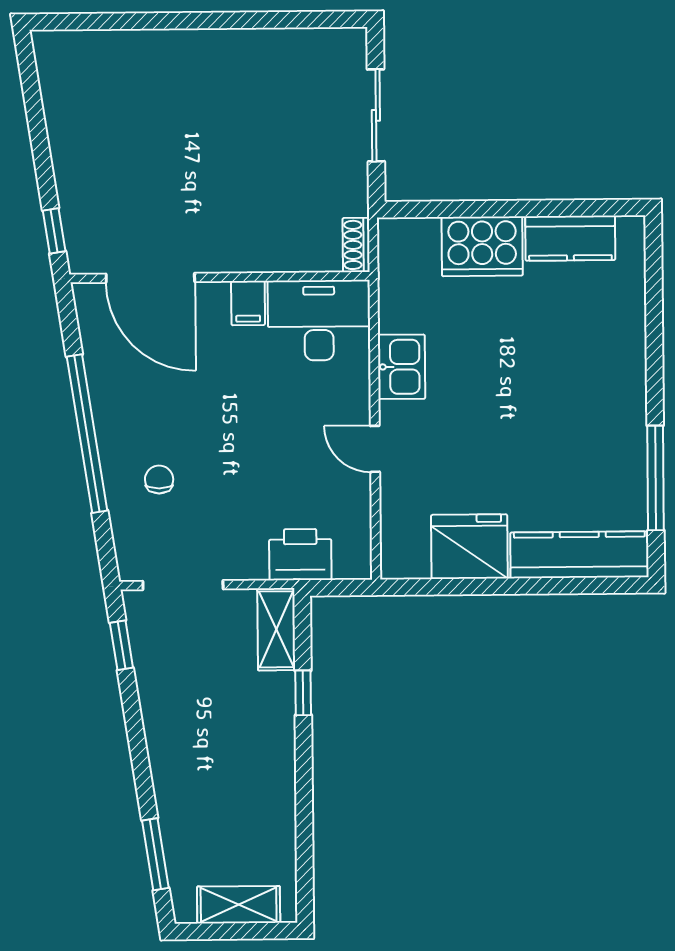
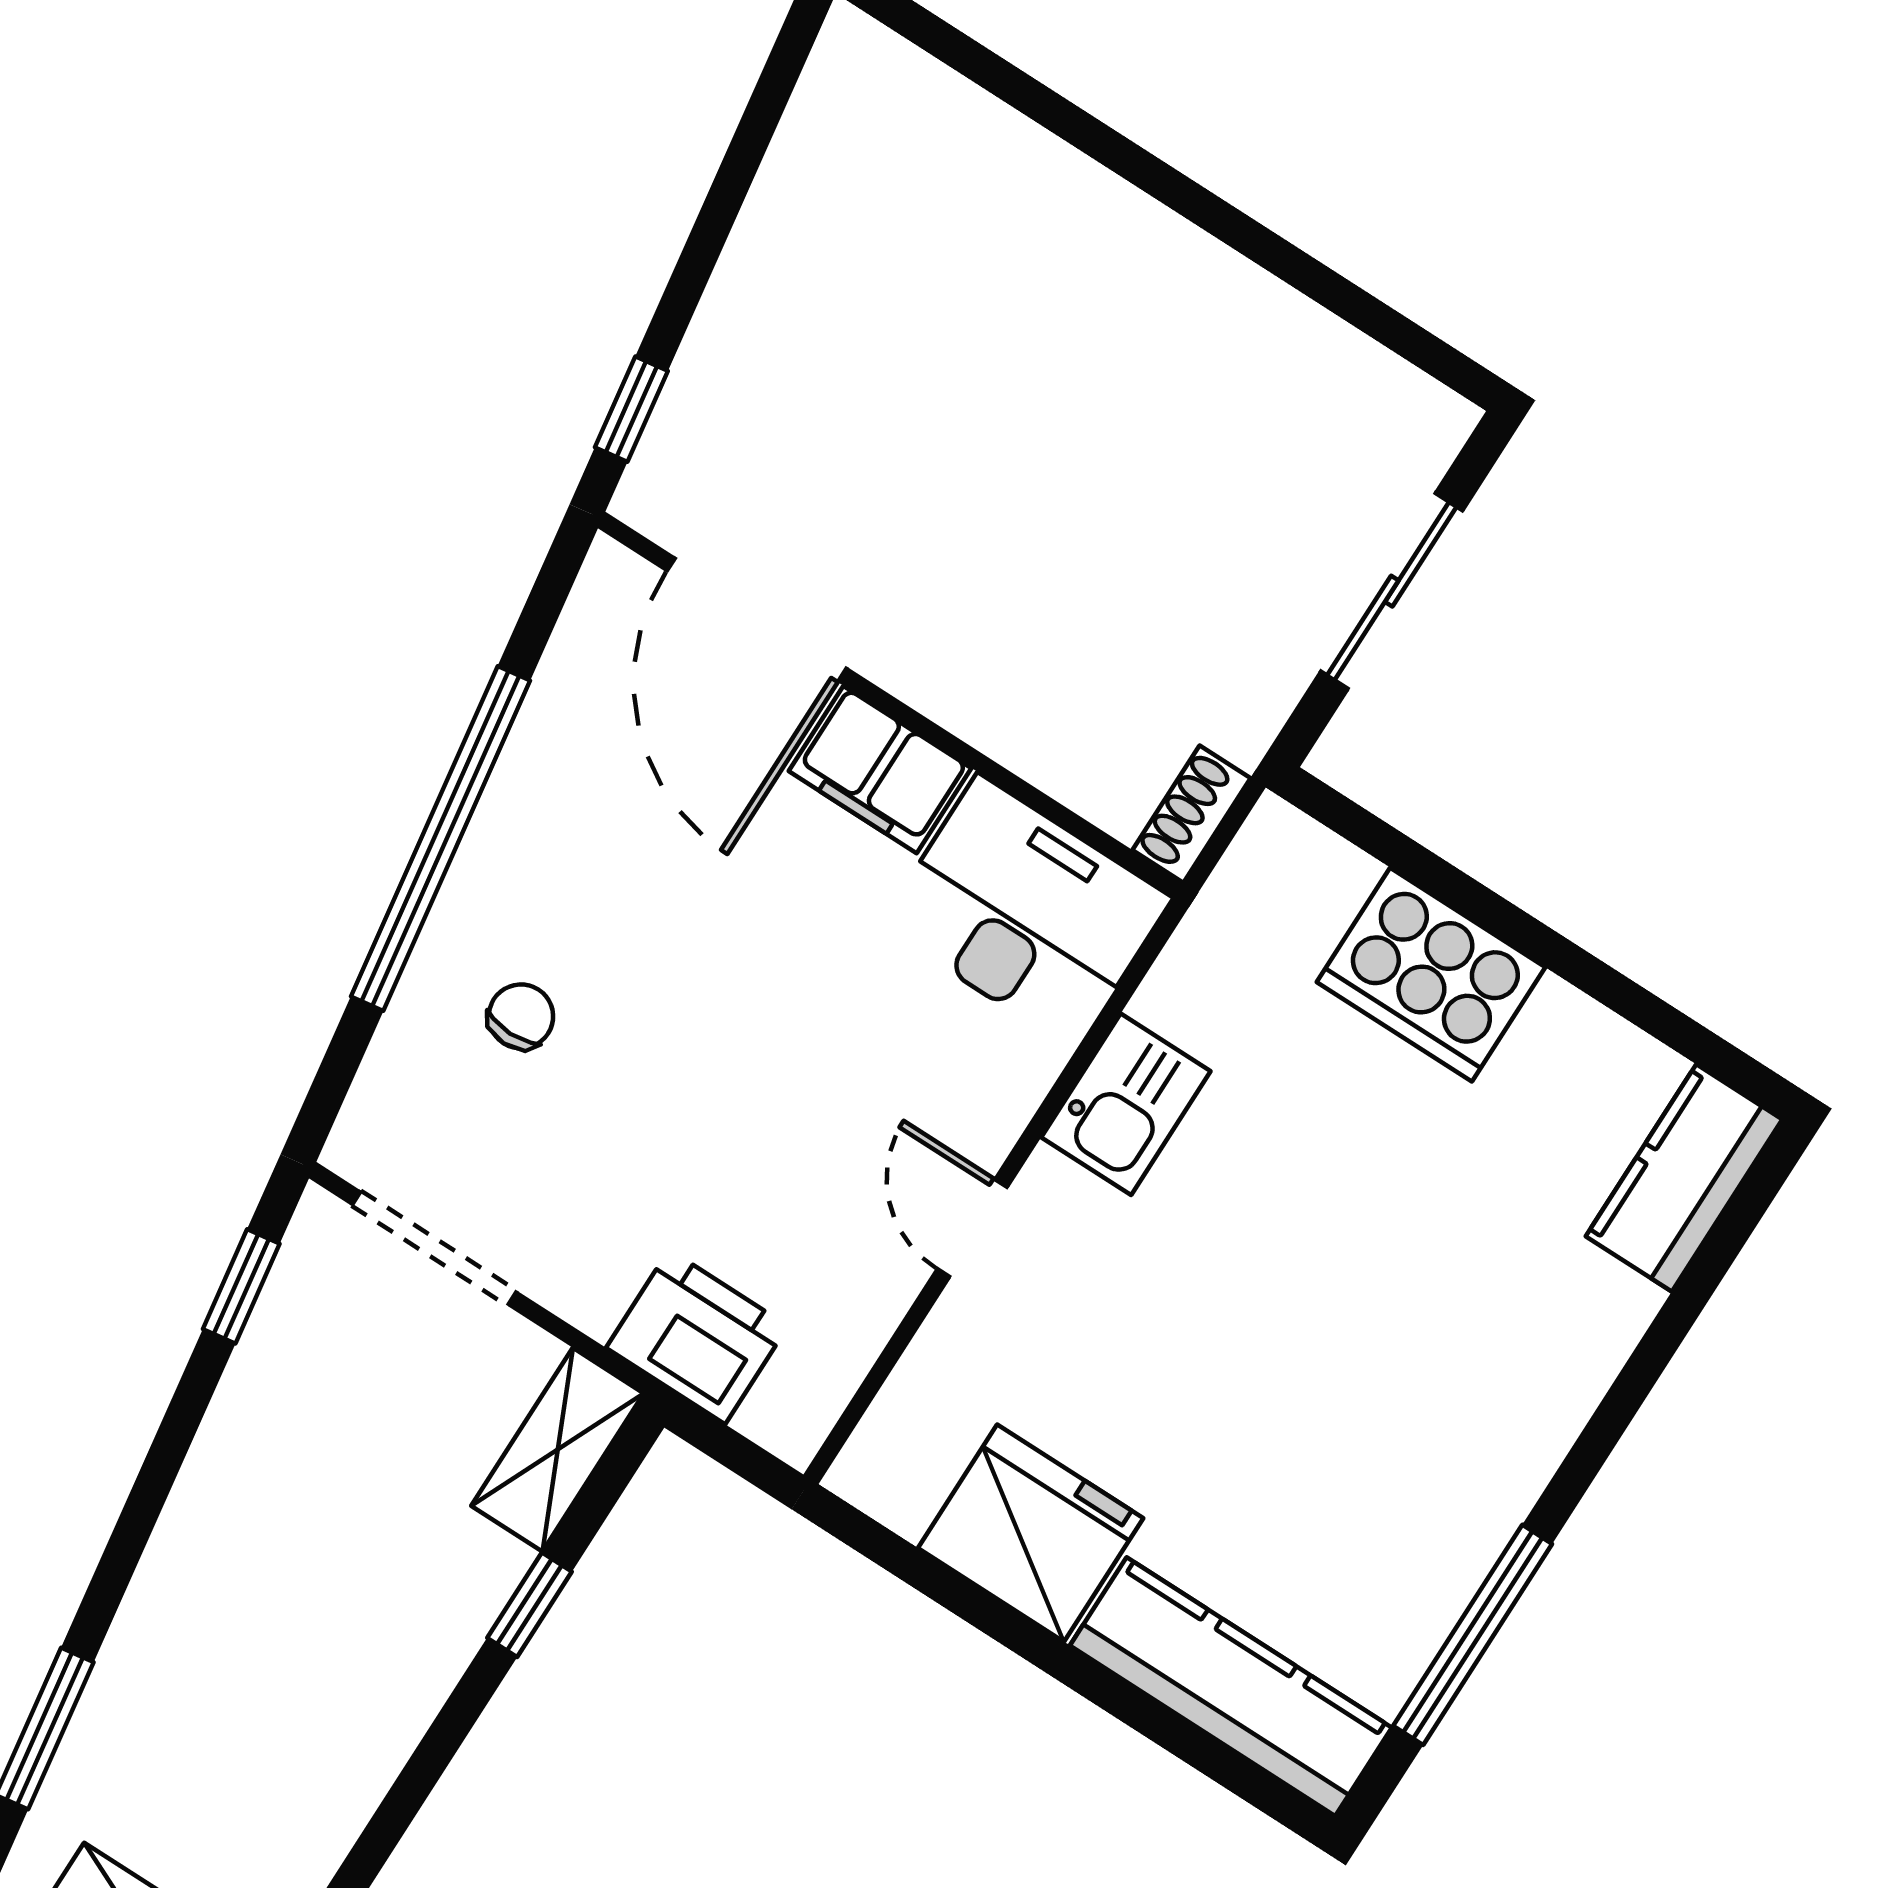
kitchen counter: (570, 238) -> (1684, 1178), moved, turned 90
filing cabinet: (248, 303) -> (880, 770), width x2.00

